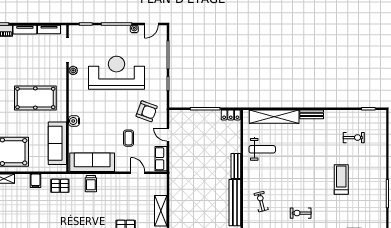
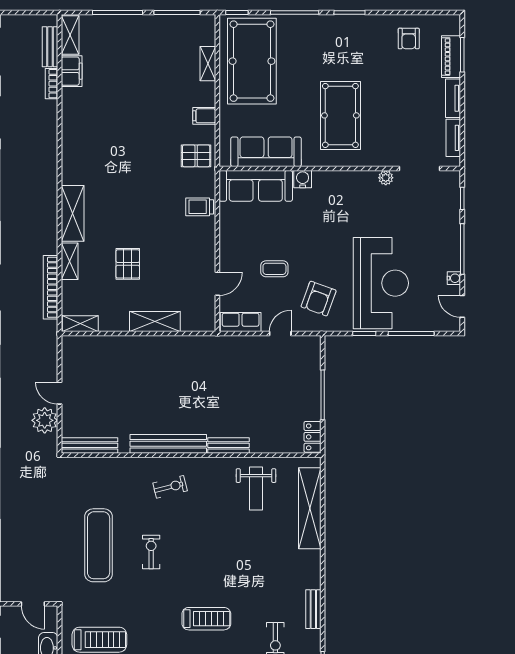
reception desk: (116, 73) -> (381, 283), moved
bench: (312, 114) -> (313, 609), moved
sofa: (92, 162) -> (256, 186), moved, turned 90
pallet: (60, 186) -> (196, 156), turned 90

